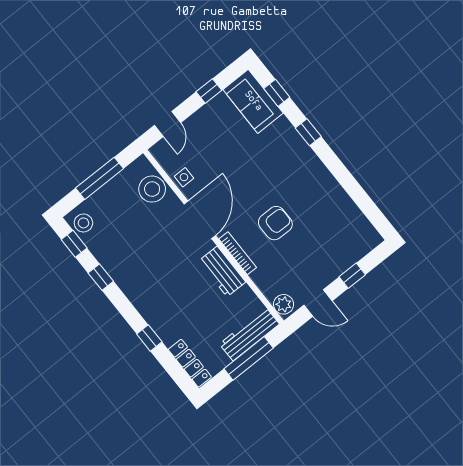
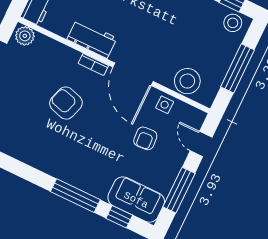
window: (209, 91) -> (179, 190), width x2.17
window: (308, 132) -> (75, 196), width x2.17
armchair: (217, 154) -> (145, 138), added
armchair: (275, 223) -> (66, 103), turned 107
bookcase: (238, 253) -> (93, 64), width x0.64

